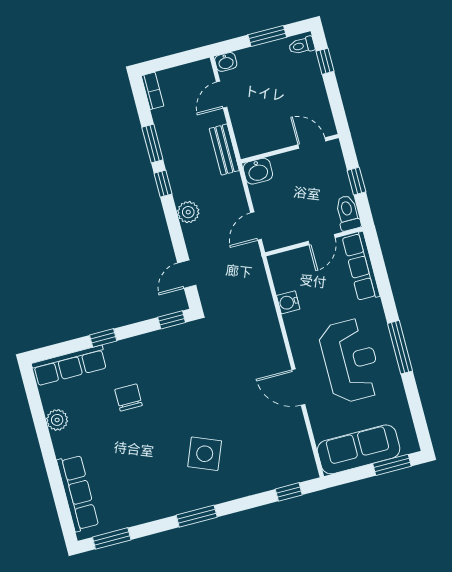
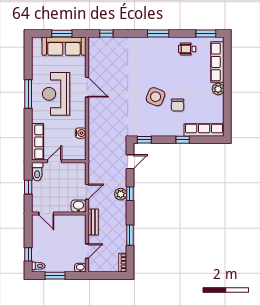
window: (163, 184) -> (130, 194), moved
door: (256, 226) -> (87, 192), moved
plant: (57, 420) -> (218, 89), moved
side table: (205, 454) -> (156, 97), moved
window: (392, 465) -> (62, 33), moved
wheelchair: (138, 502) -> (187, 49), added

